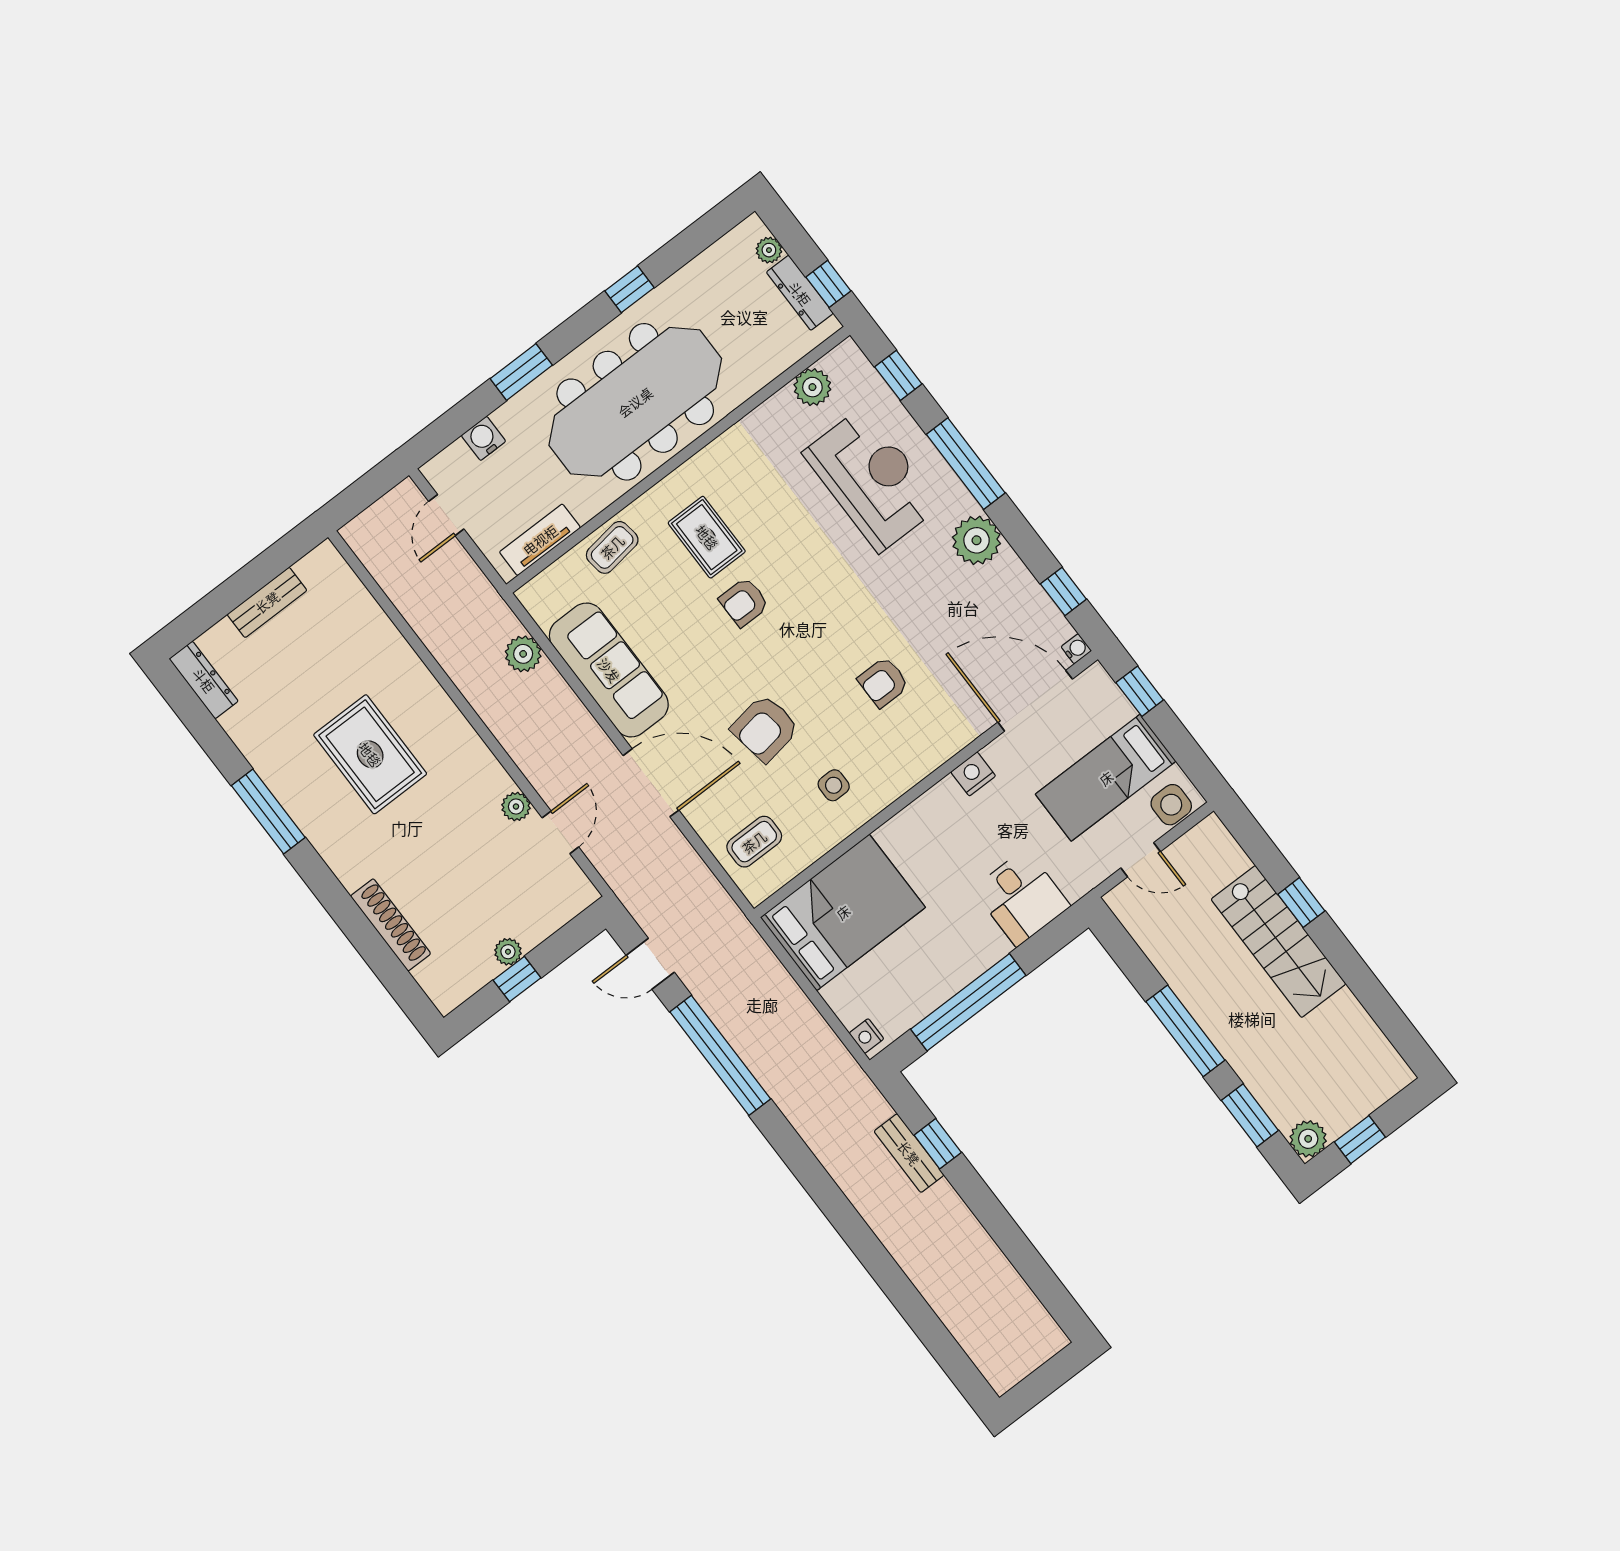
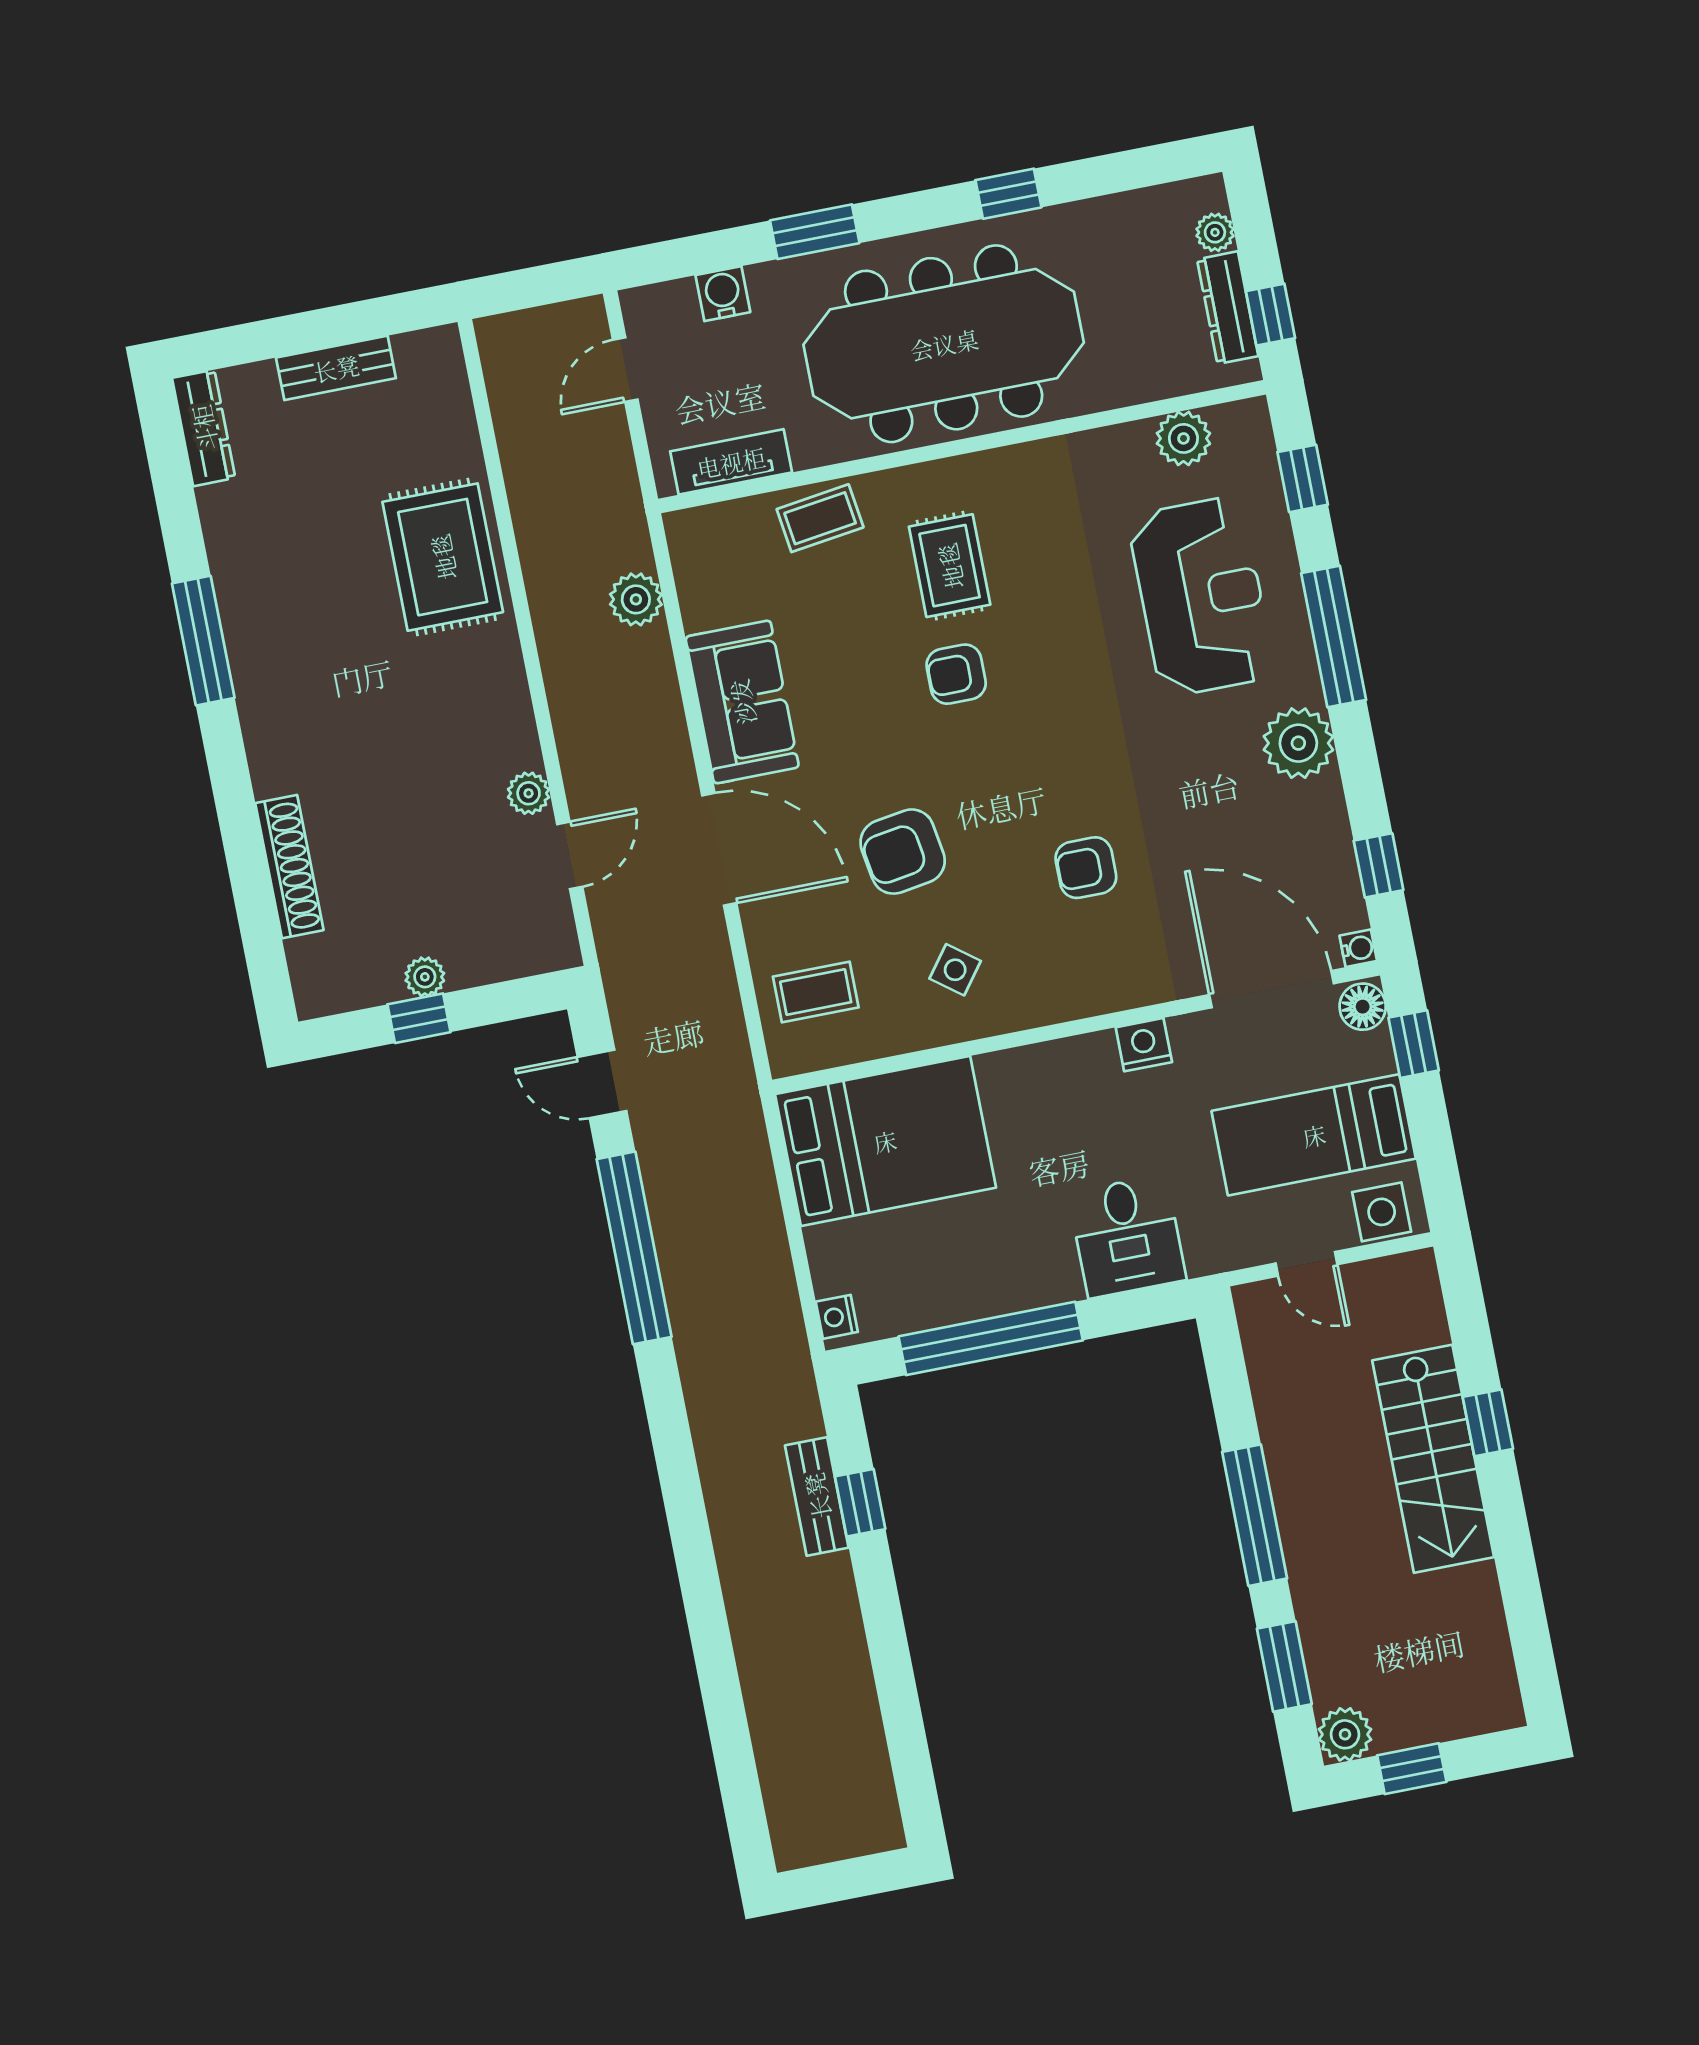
sofa: (609, 670) -> (742, 702), width x0.73
floor lamp: (1097, 684) -> (1363, 1007), added
rug: (370, 754) -> (443, 557), moved
side table: (834, 785) -> (955, 970), turned 37

